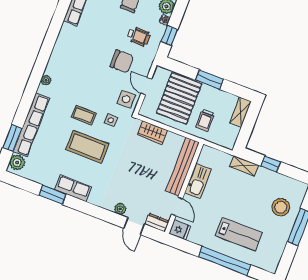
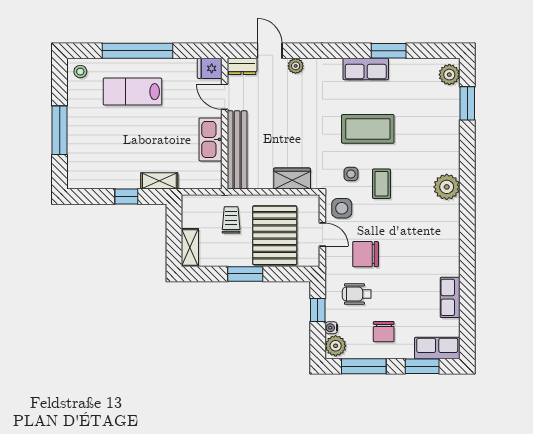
plant: (46, 80) -> (447, 187), width x1.88, depth x1.88
coffee table: (84, 115) -> (381, 184), moved, turned 90
row of seats: (31, 125) -> (450, 129), removed
stool: (281, 207) -> (80, 72), moved, width x0.53, depth x0.53

